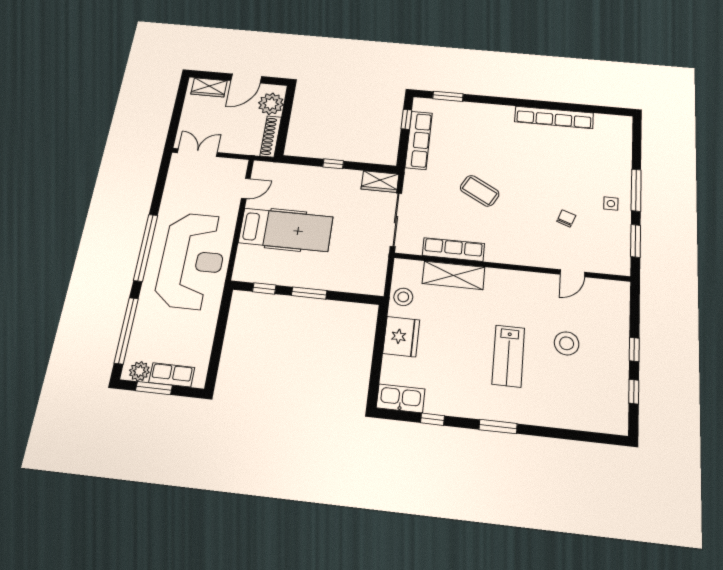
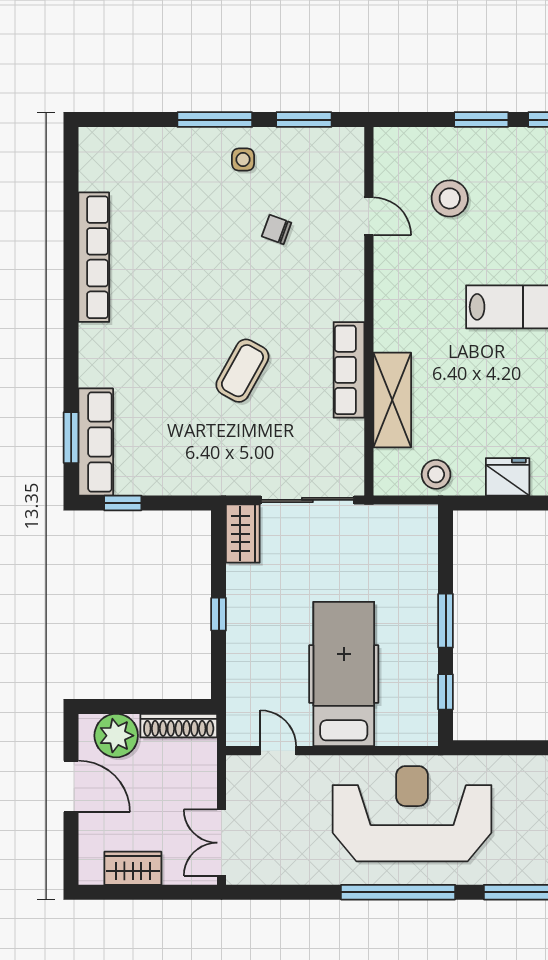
wardrobe: (209, 87) -> (133, 868), moved, turned -90
row of seats: (419, 140) -> (96, 442), moved, turned 90
row of seats: (453, 249) -> (349, 370), moved
fridge: (401, 337) -> (508, 477), width x0.73, depth x0.75
stool: (567, 343) -> (450, 198), moved
window: (634, 349) -> (481, 120), width x1.50

